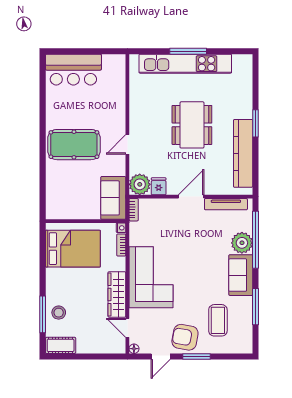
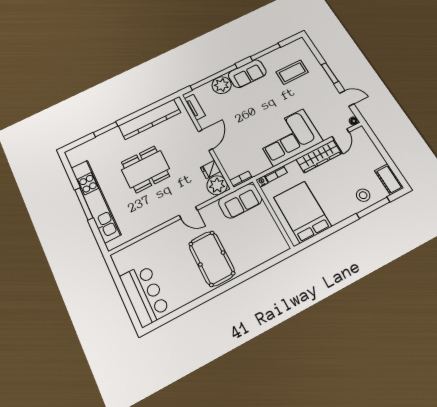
window: (255, 123) -> (106, 129), moved
door: (191, 197) -> (205, 140), swing flipped
tv unit: (226, 204) -> (195, 107), width x0.71
armchair: (185, 337) -> (320, 89), removed

